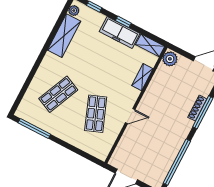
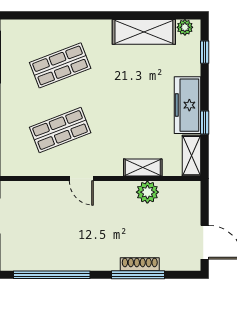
window: (123, 22) -> (205, 122), moved
plant: (170, 59) -> (147, 192), moved
shop shelf: (58, 94) -> (60, 65), turned -45

